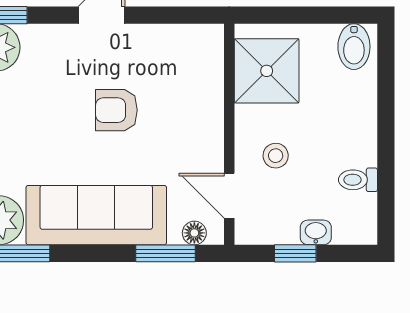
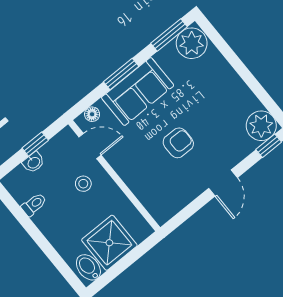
shower: (267, 71) -> (109, 243), moved
sofa: (96, 215) -> (138, 91), width x0.73
window: (165, 253) -> (121, 74), moved

